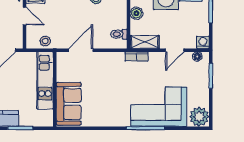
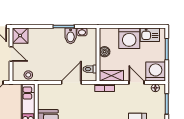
washing machine: (203, 42) -> (156, 71), width x1.89, depth x1.89
door: (81, 50) -> (71, 83), moved
door: (175, 50) -> (137, 83), swing flipped

